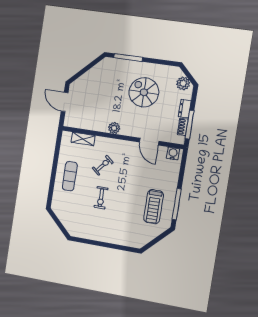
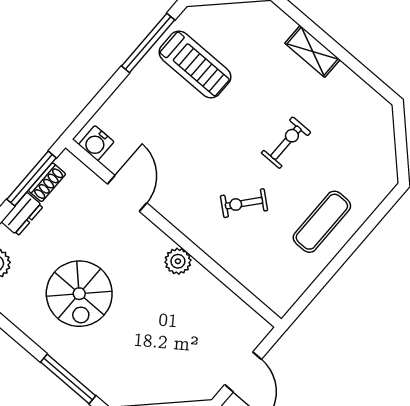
shelving: (83, 139) -> (313, 51), moved
treadmill: (154, 207) -> (195, 65), turned 90

